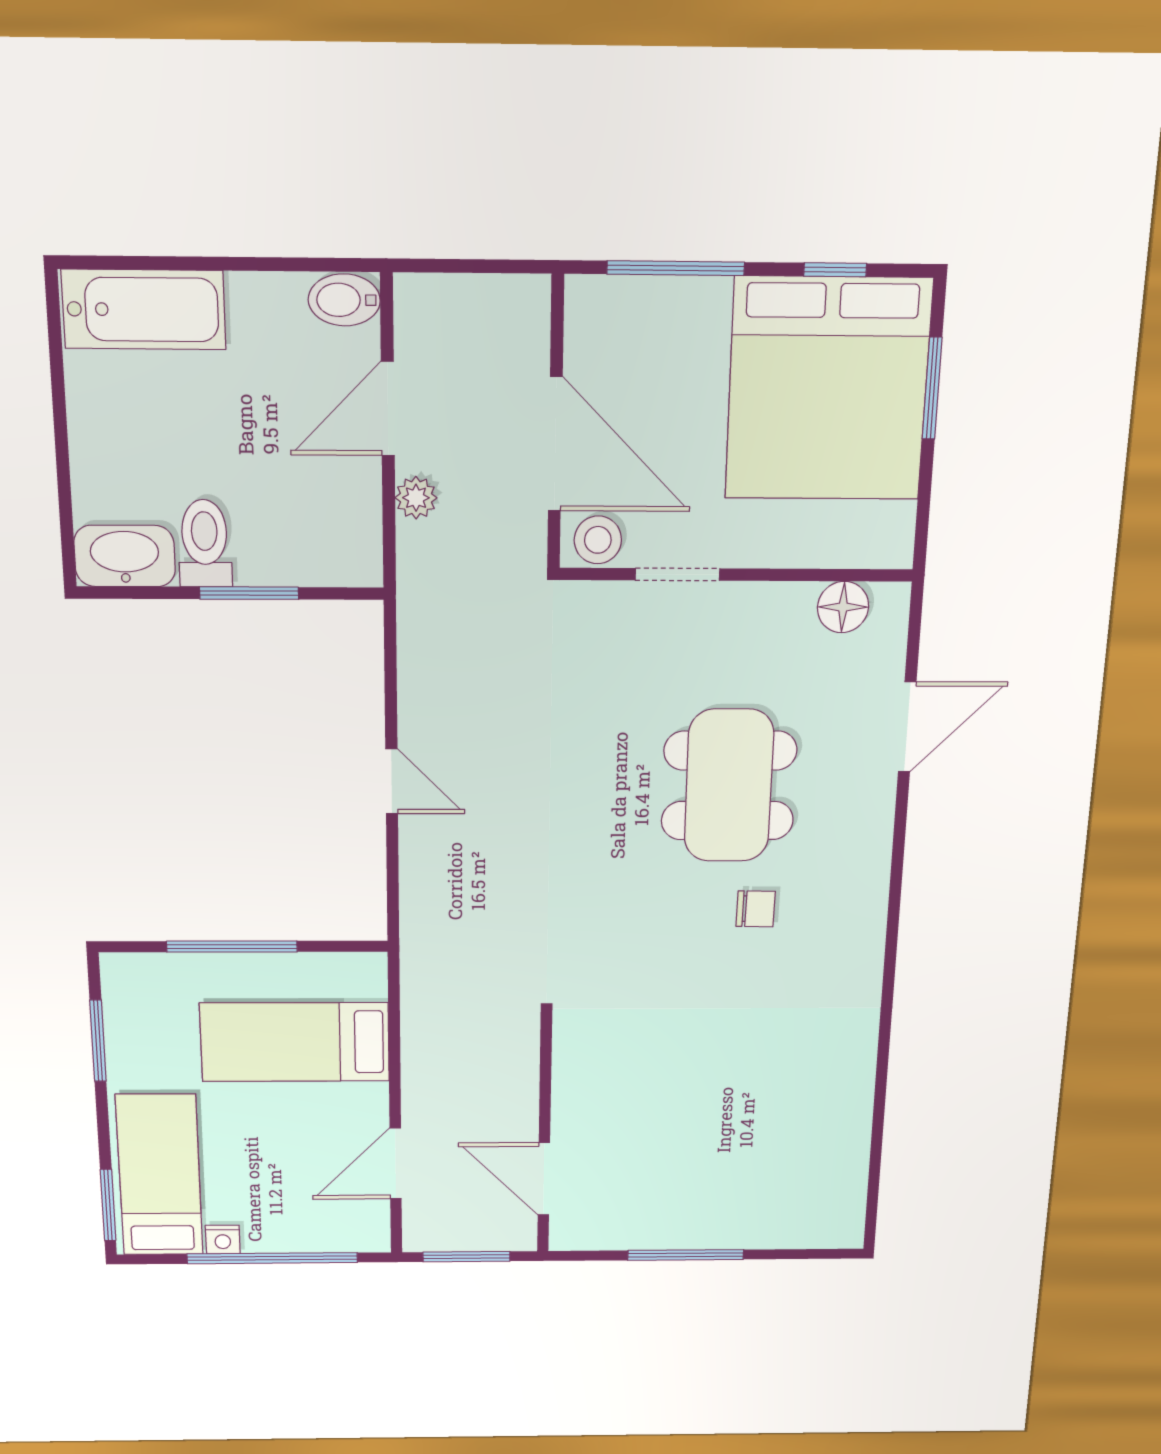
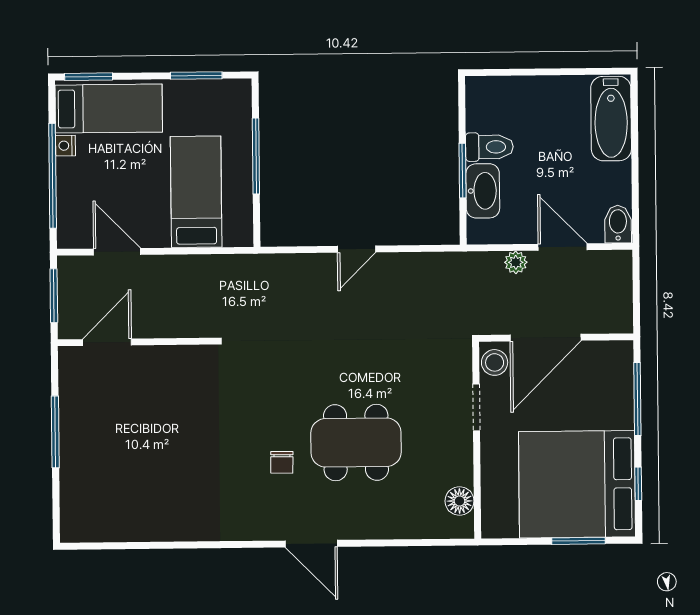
washbasin: (125, 556) -> (483, 191), moved
door: (907, 727) -> (311, 544), moved

